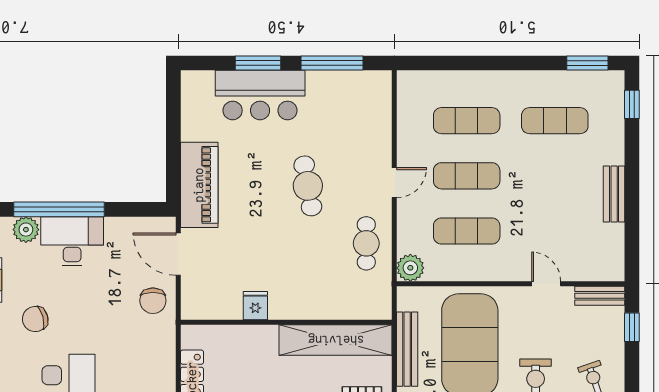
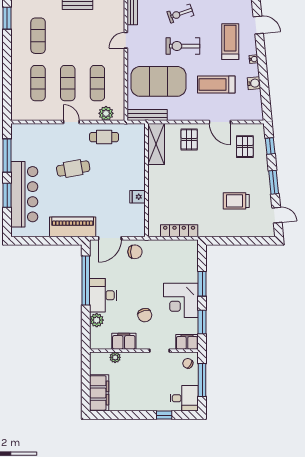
bar counter: (260, 95) -> (24, 194), width x1.36
window: (59, 209) -> (86, 280), moved
plant: (410, 268) -> (106, 113), moved
shelving: (336, 340) -> (156, 144), width x0.68
bench: (407, 349) -> (147, 115), moved

